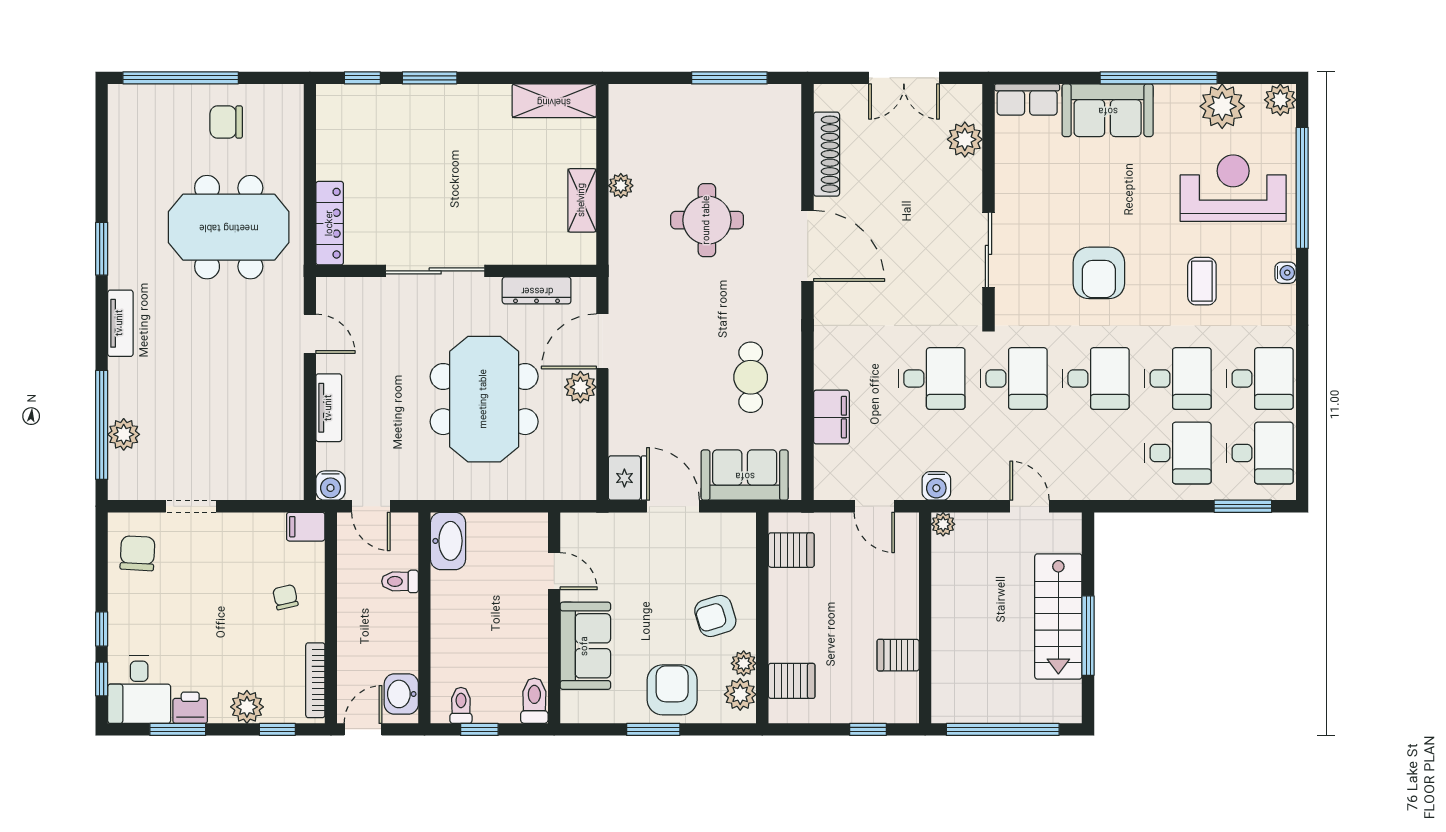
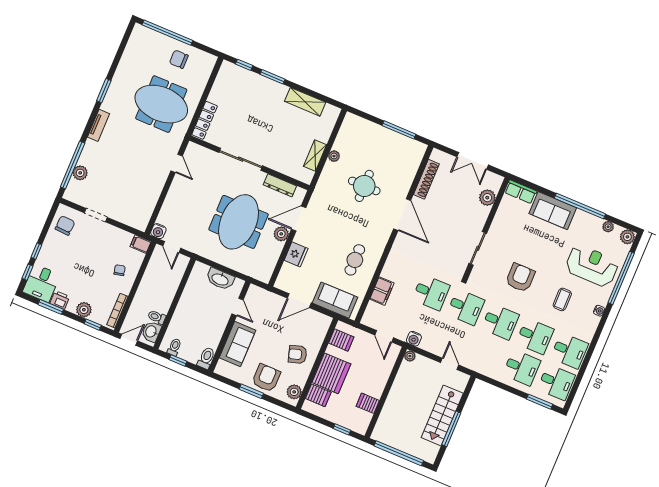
shelving: (554, 101) -> (305, 102), moved
plant: (1222, 106) -> (608, 227), width x0.53, depth x0.53
armchair: (1099, 273) -> (520, 278), turned 180
tv unit: (329, 408) -> (171, 198), removed
fridge: (628, 478) -> (296, 254), moved
door: (673, 506) -> (299, 301), swing flipped
washbasin: (448, 541) -> (220, 279), moved, turned 90
toilet: (400, 581) -> (157, 317), moved
server rack: (799, 625) -> (331, 373), added
plant: (744, 663) -> (301, 379), removed

